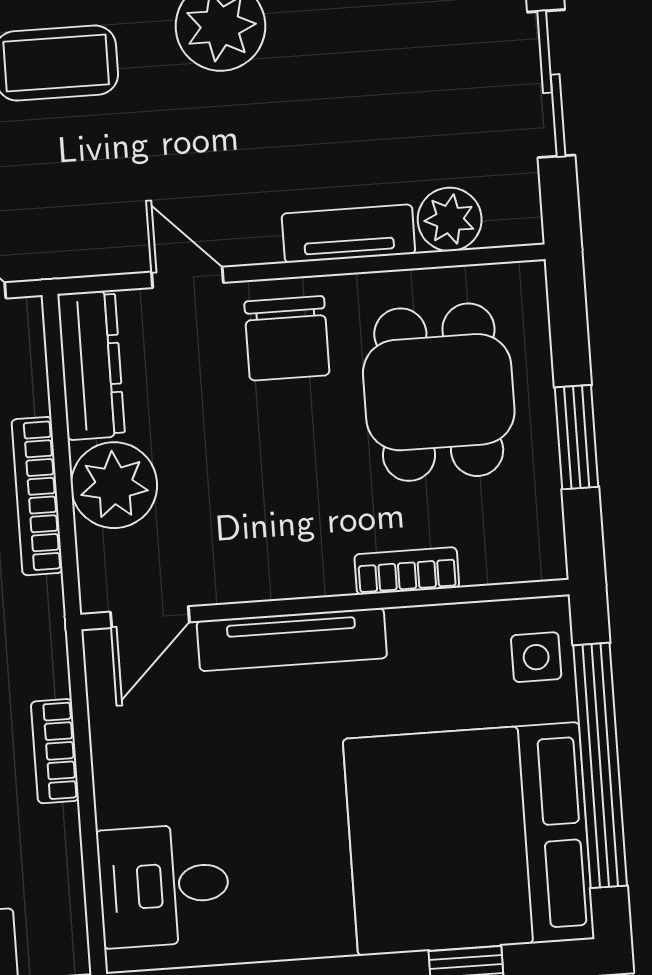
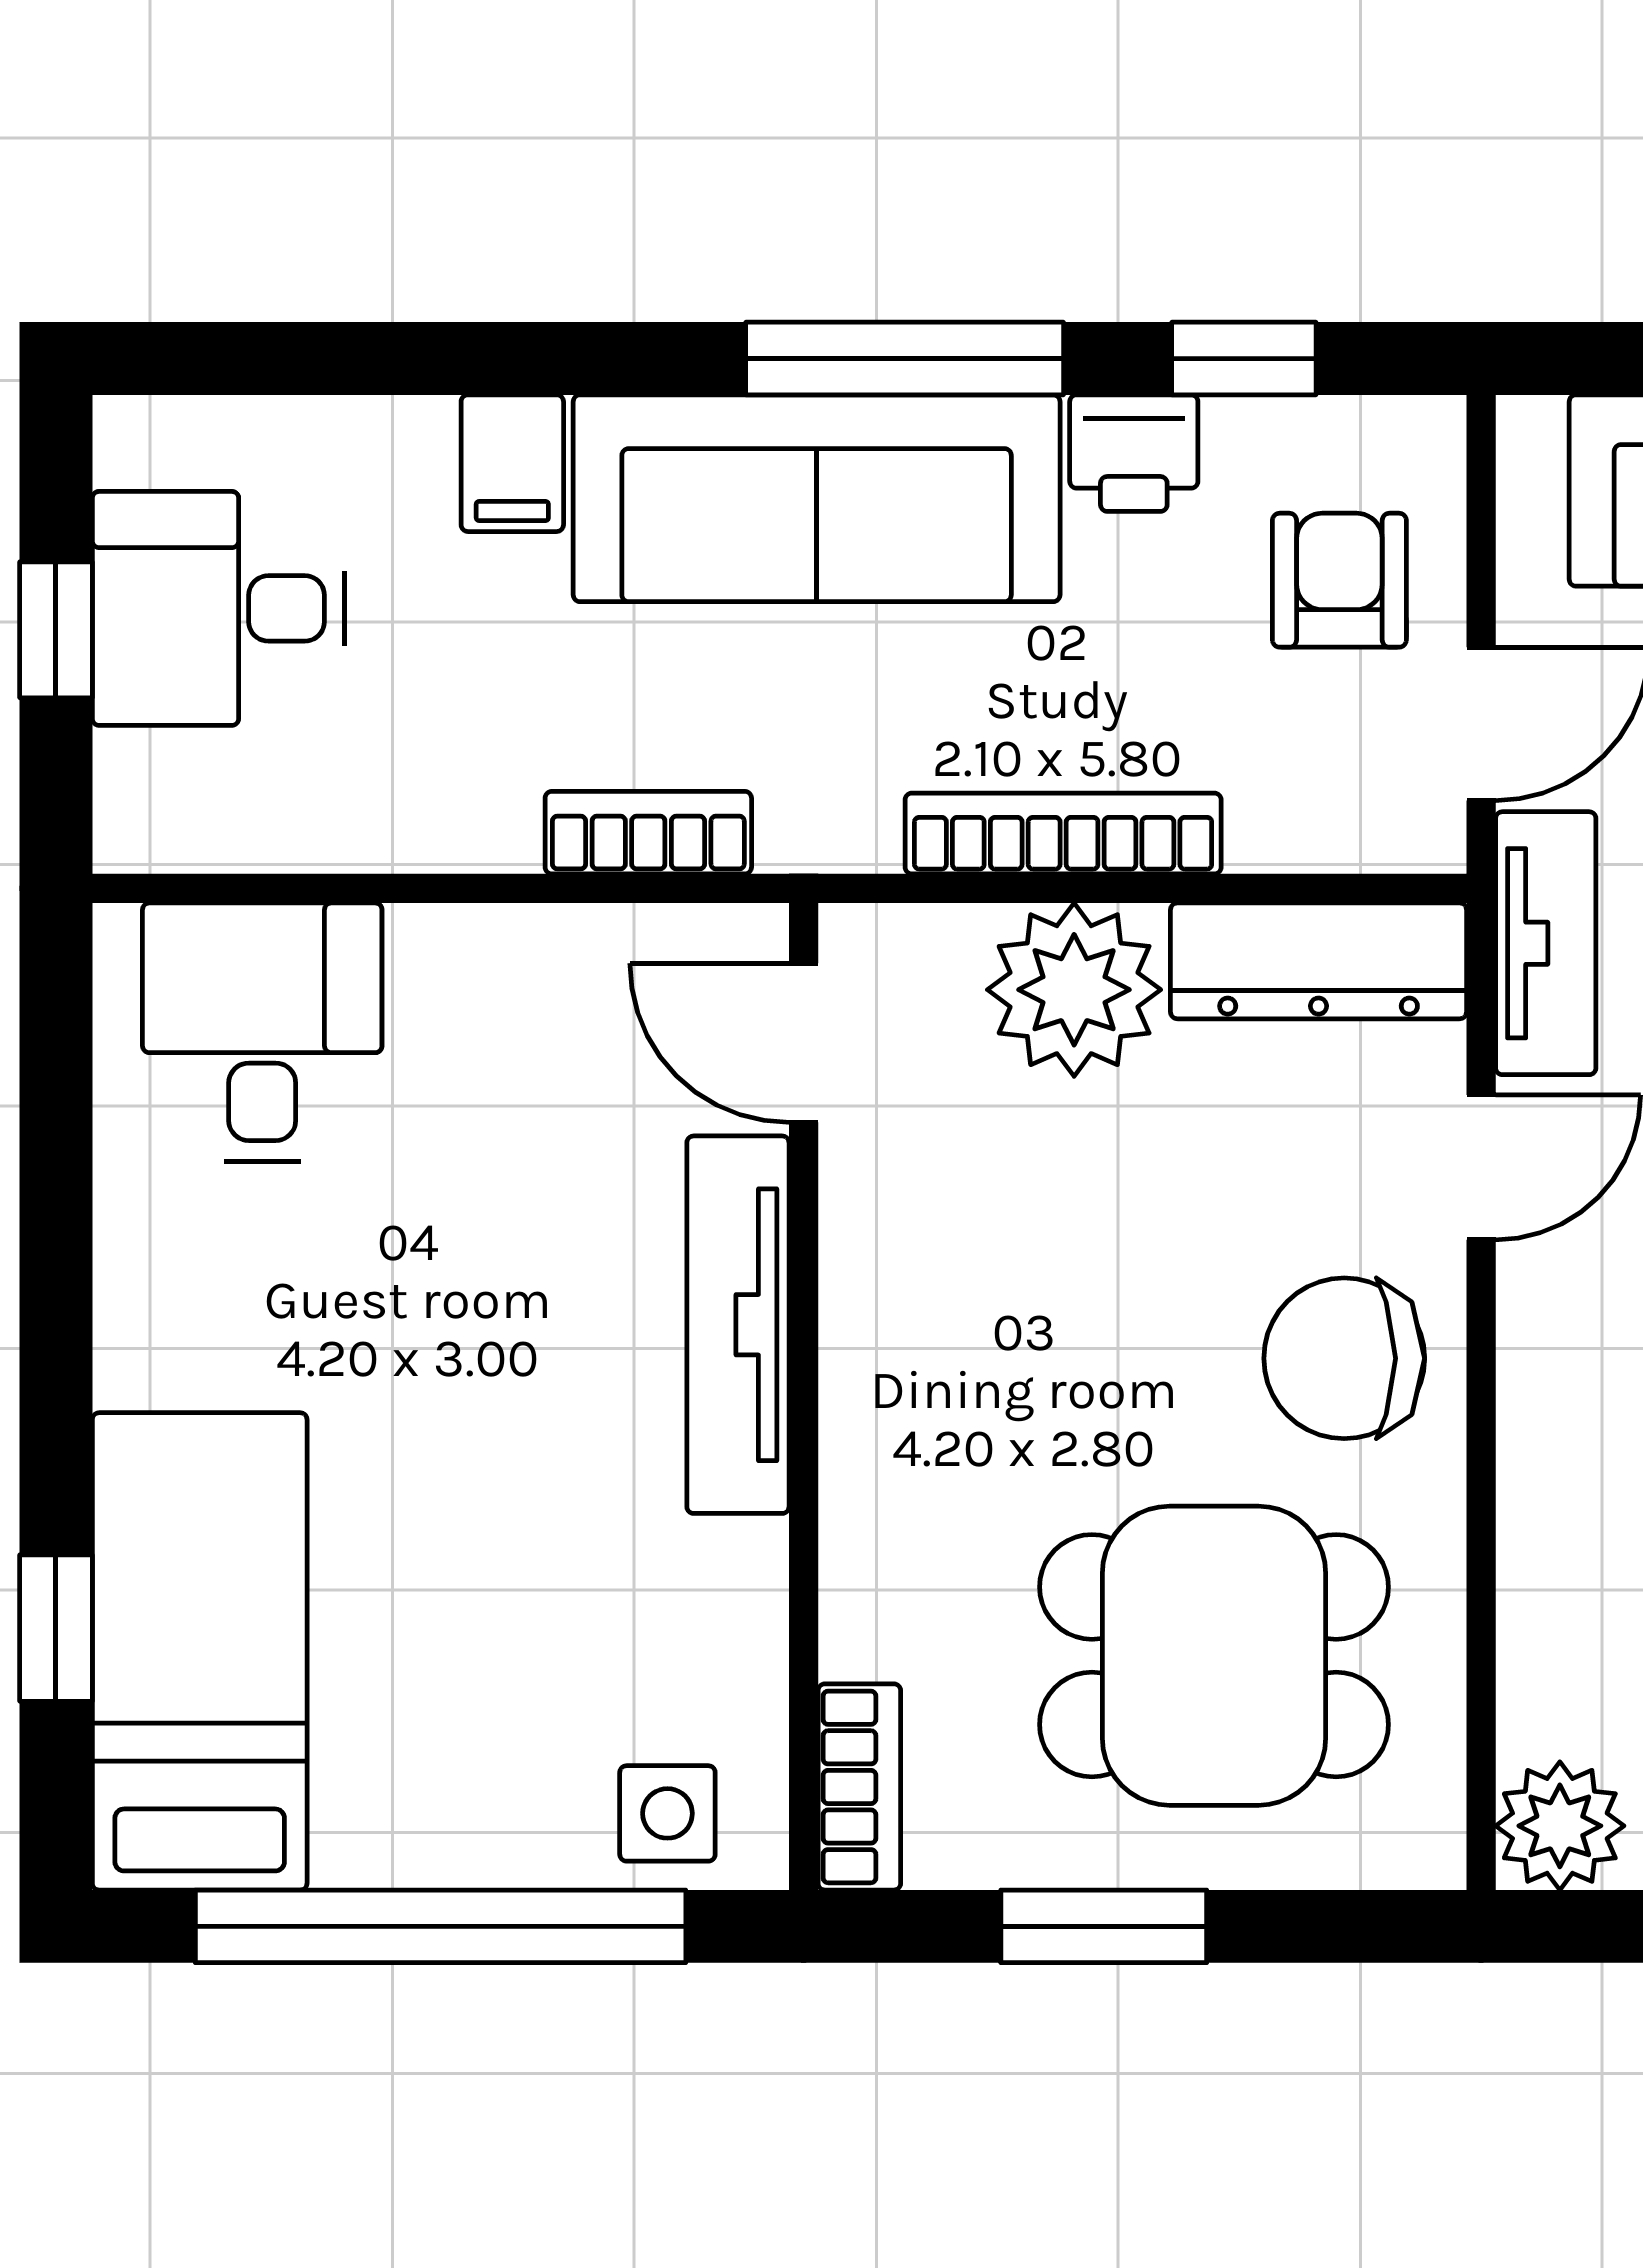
plant: (450, 219) -> (1560, 1826), moved
tv unit: (348, 234) -> (1546, 943), moved
bookcase: (407, 571) -> (859, 1787), moved
bookcase: (55, 751) -> (648, 833), moved
bed: (469, 839) -> (200, 1651), width x0.49

